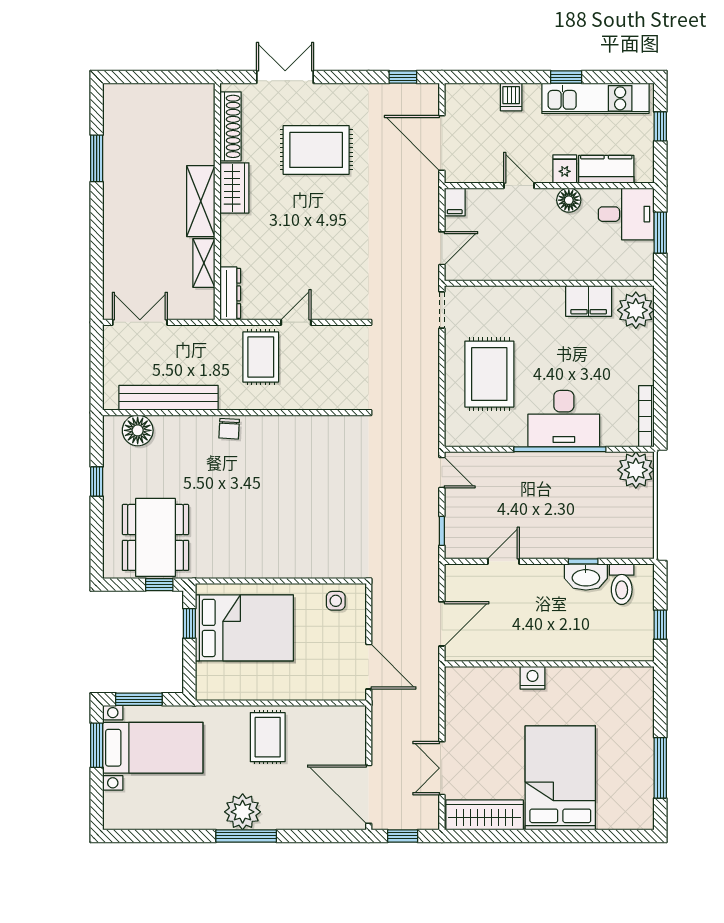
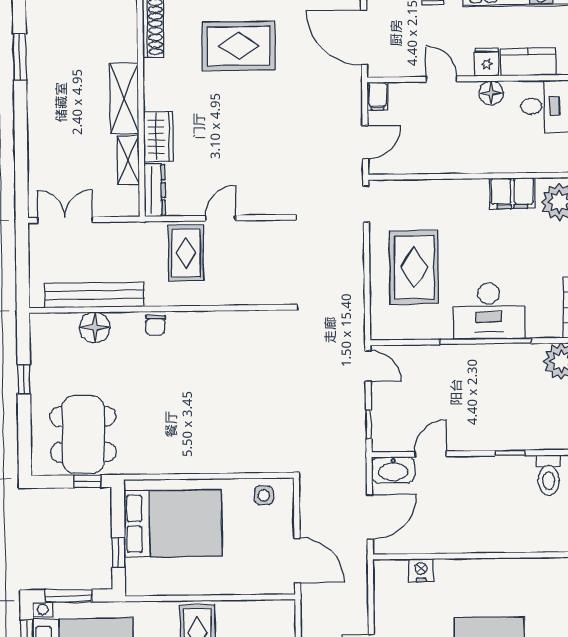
wardrobe: (234, 188) -> (158, 137), moved
floor lamp: (138, 430) -> (95, 327), moved
washbasin: (586, 577) -> (393, 470), moved
window: (189, 623) -> (118, 553), moved
nightstand: (532, 678) -> (421, 570), moved

